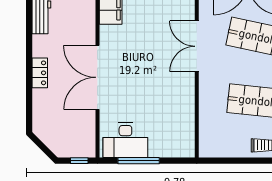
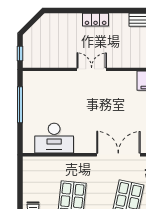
double door: (98, 77) -> (92, 69), width x0.54
desk: (125, 140) -> (54, 138), moved, turned -90

